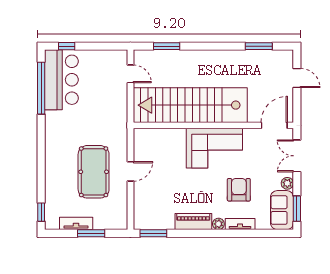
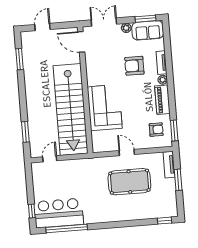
corner sofa: (214, 148) -> (105, 108), moved
double door: (297, 156) -> (104, 22), swing flipped
armchair: (156, 211) -> (156, 130), added
tv unit: (76, 223) -> (169, 165), moved

